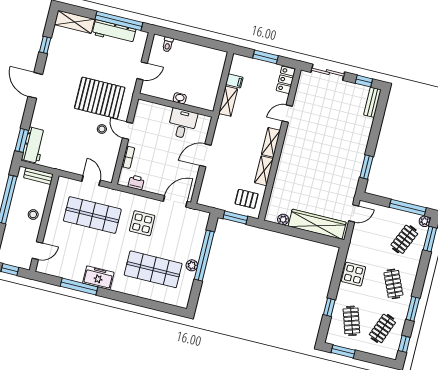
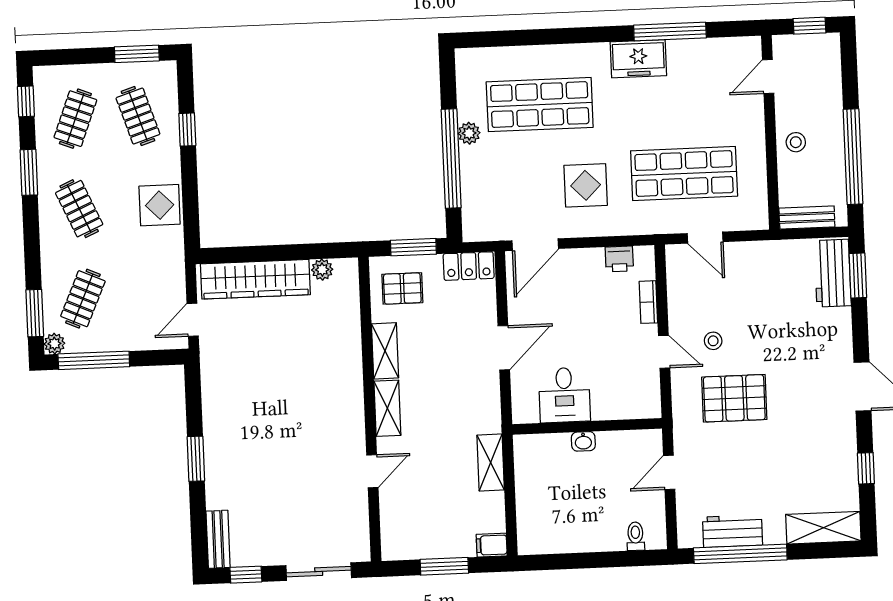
workbench: (114, 32) -> (733, 531), width x0.73
locker: (286, 80) -> (469, 266), moved, turned 90
filing cabinet: (234, 81) -> (492, 545), moved
pallet: (100, 98) -> (734, 398), width x0.73, depth x0.71
window: (366, 167) -> (196, 459), moved

